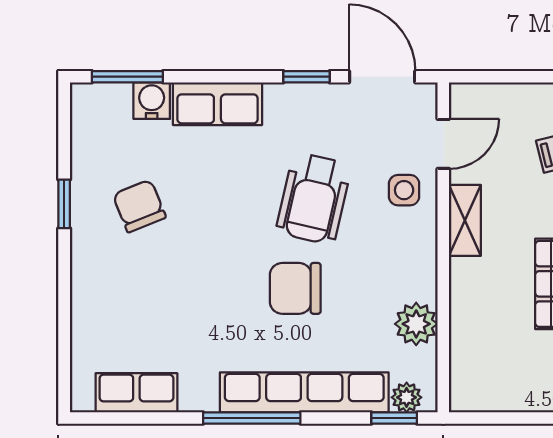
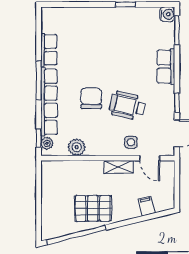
water cooler: (152, 101) -> (167, 14), moved
chair: (139, 206) -> (125, 35), removed
row of seats: (136, 393) -> (49, 50), moved

